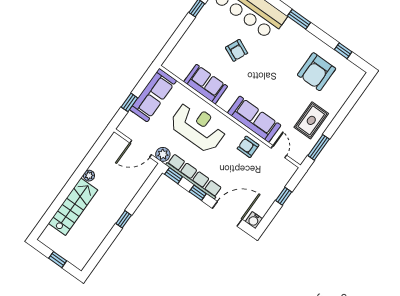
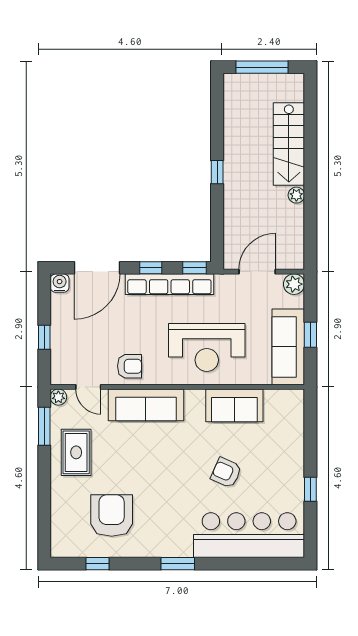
window: (129, 102) -> (310, 335), moved
plant: (163, 154) -> (294, 284), moved
plant: (299, 158) -> (58, 397), added
window: (58, 260) -> (262, 67), width x2.17

